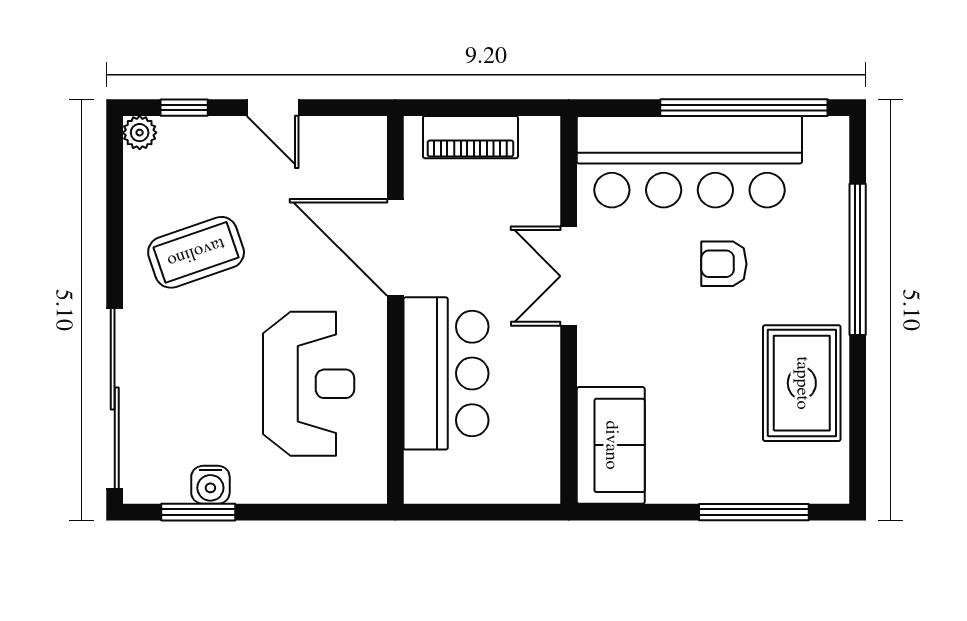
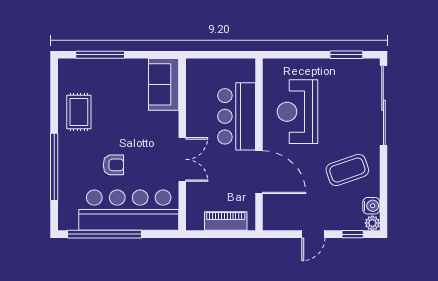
door: (273, 108) -> (313, 234), swing flipped
rug: (802, 383) -> (79, 112), width x0.73, depth x0.70
water cooler: (210, 485) -> (371, 206), moved, turned 90

